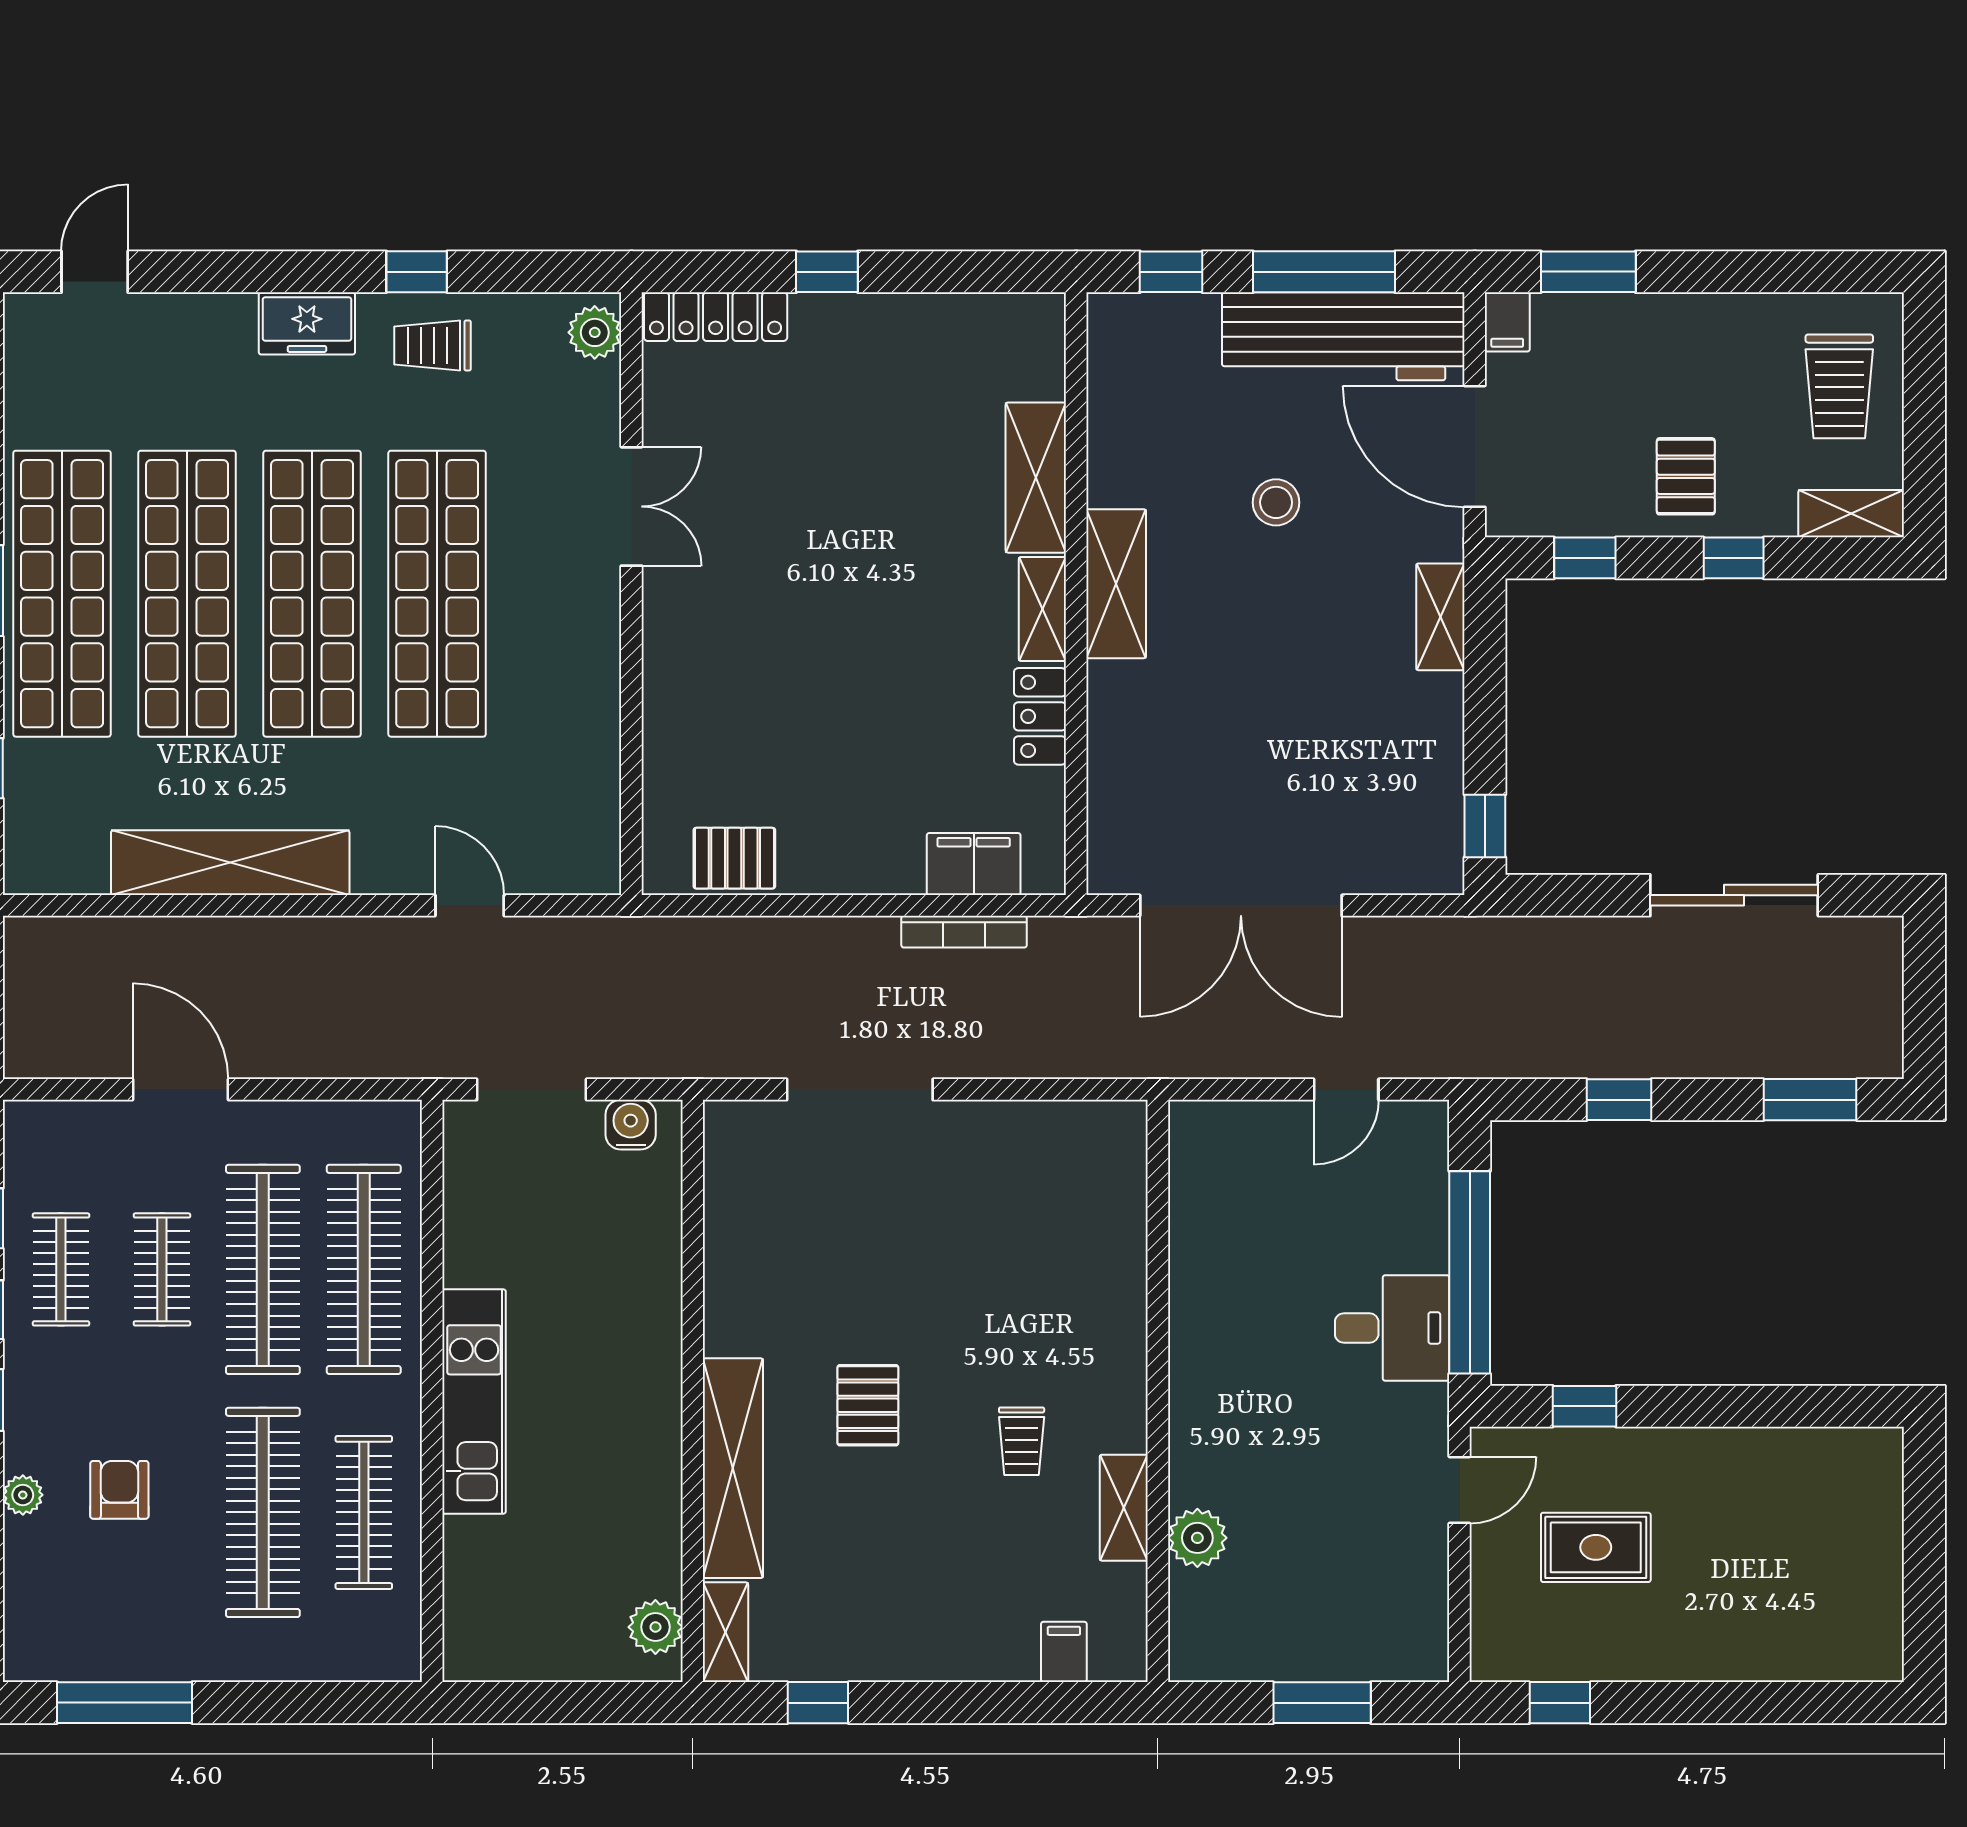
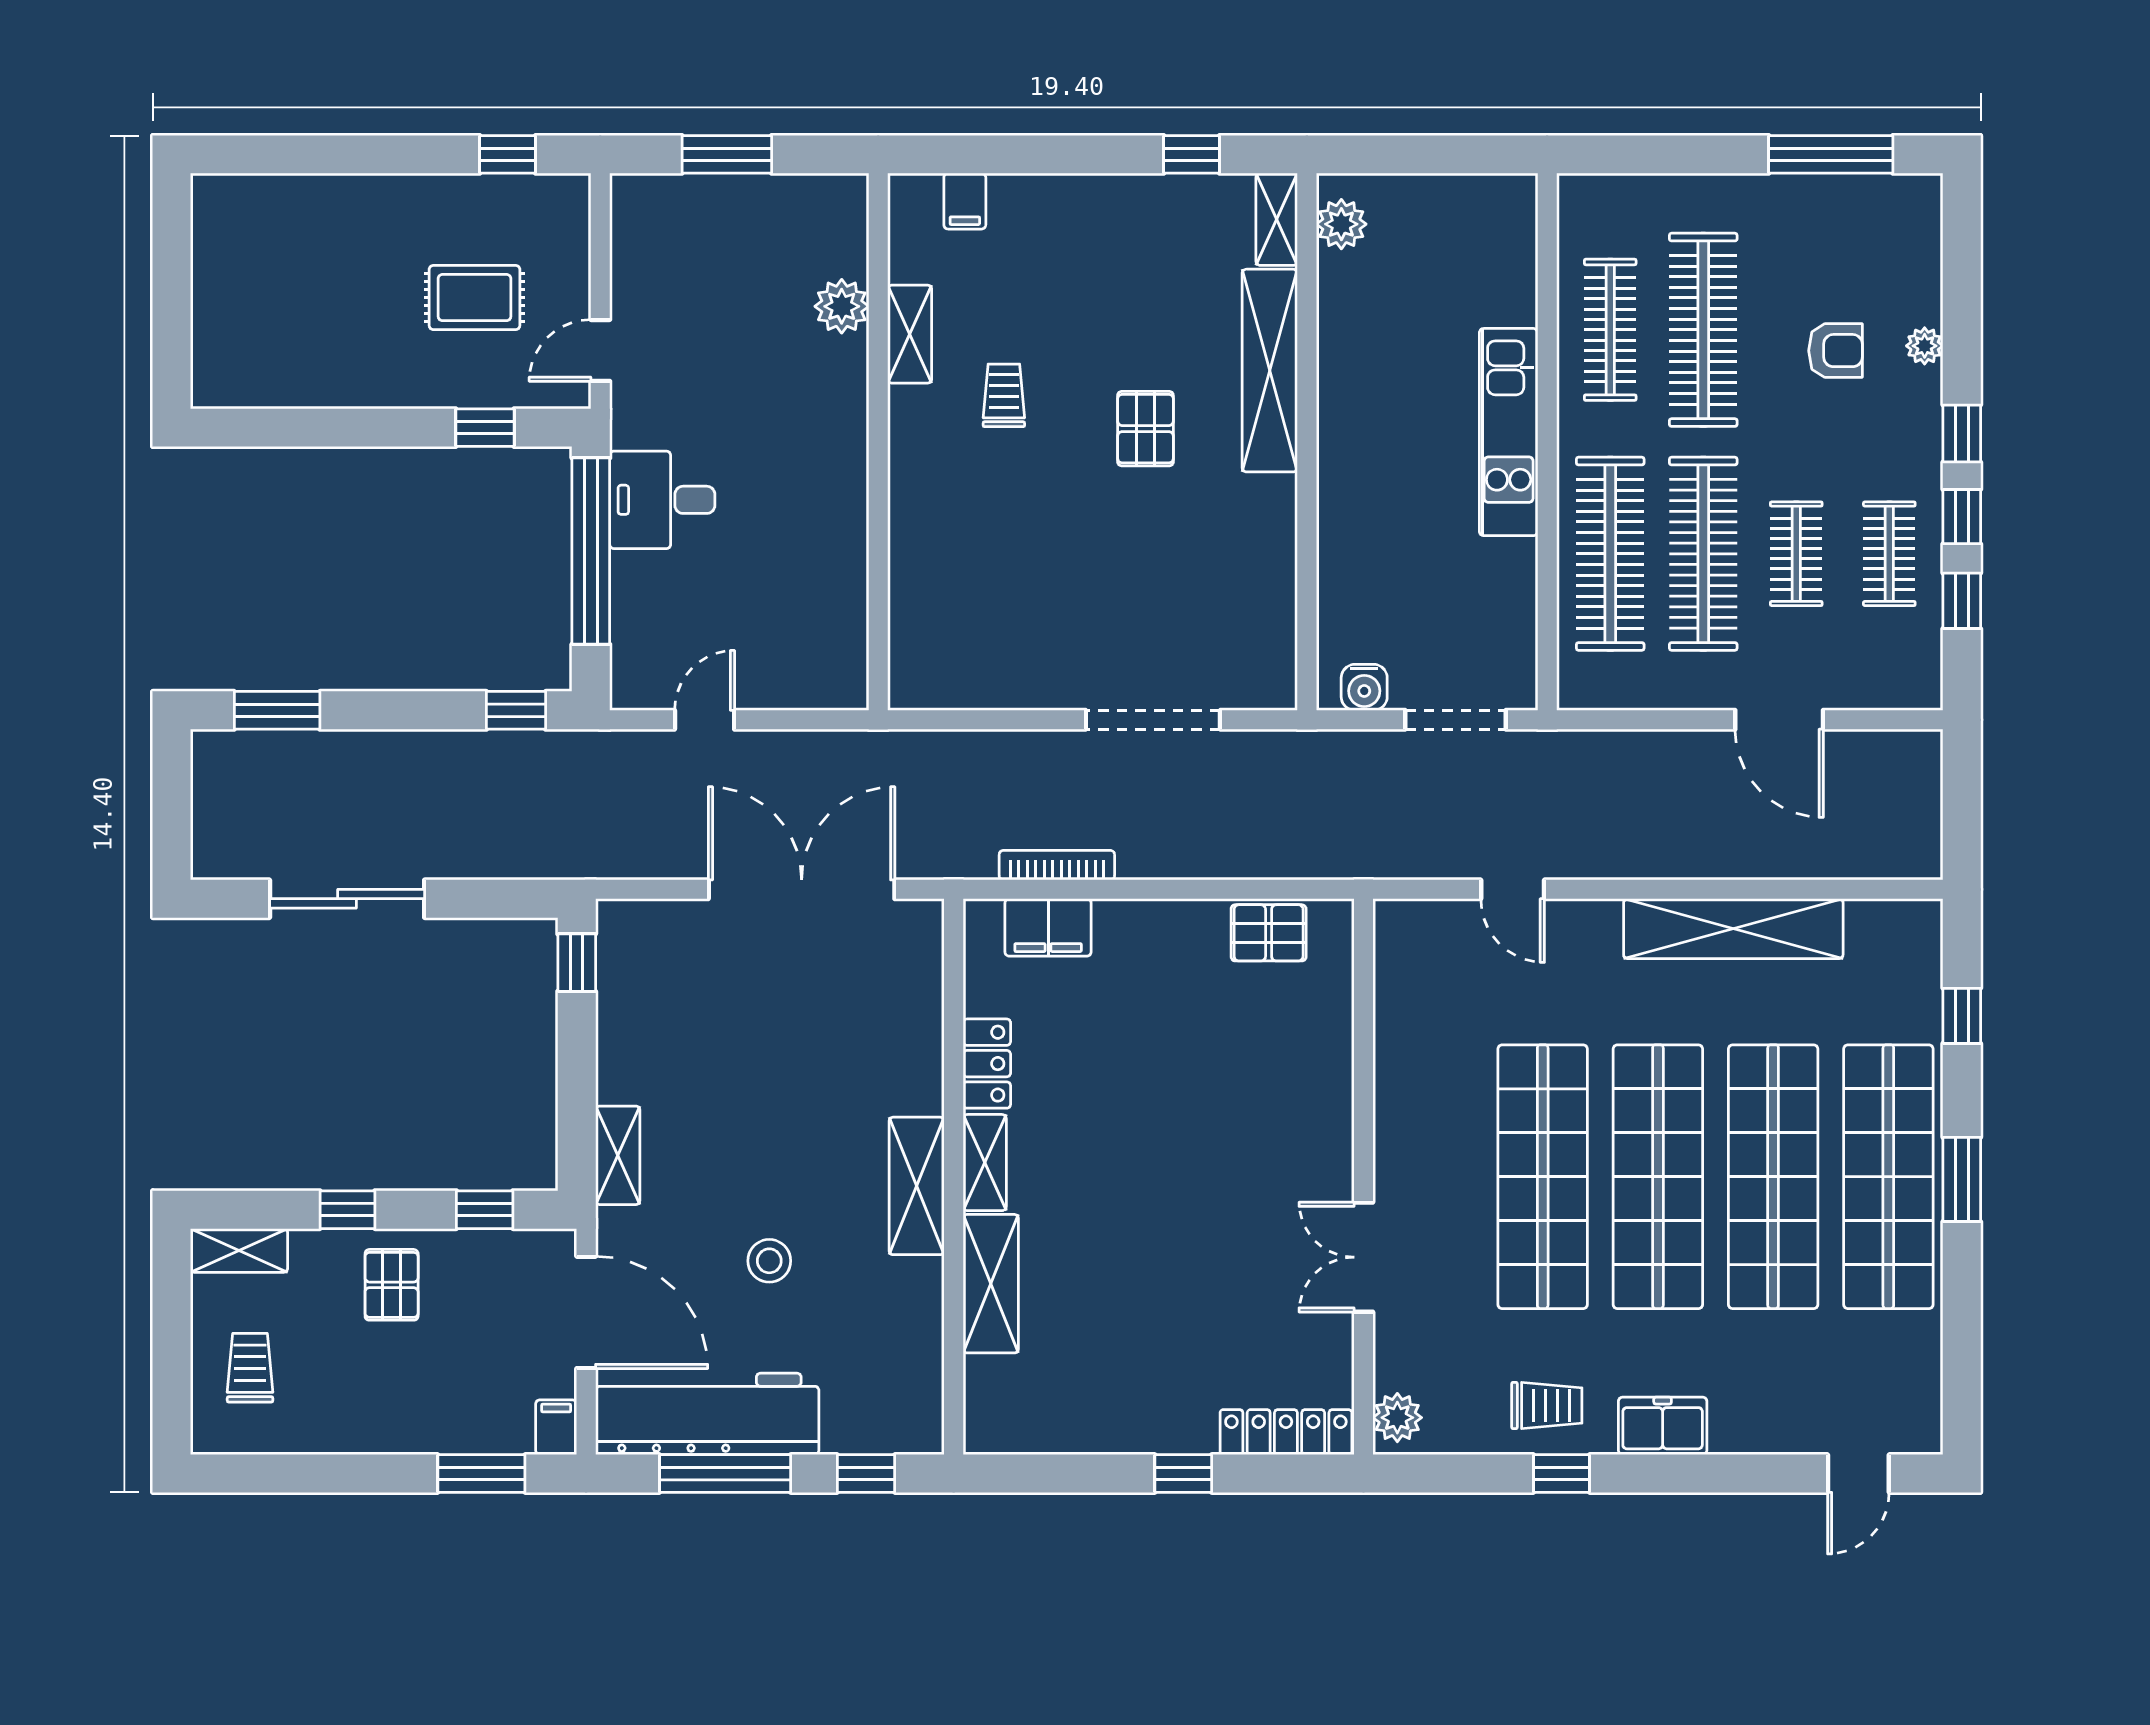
trolley: (1839, 386) -> (250, 1368), width x0.73, depth x0.72
window: (1619, 1100) -> (516, 710), moved
armchair: (119, 1490) -> (1835, 351), turned -90

